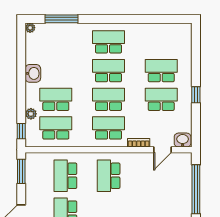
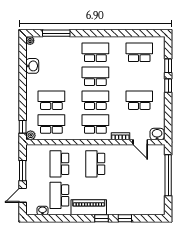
window: (196, 58) -> (168, 66), added
school desk: (161, 71) -> (139, 52), moved
washbasin: (33, 73) -> (32, 66), moved
window: (196, 95) -> (168, 86), moved
plant: (31, 114) -> (31, 135), moved
door: (163, 150) -> (140, 142), hinge flipped
window: (21, 171) -> (23, 171), moved

